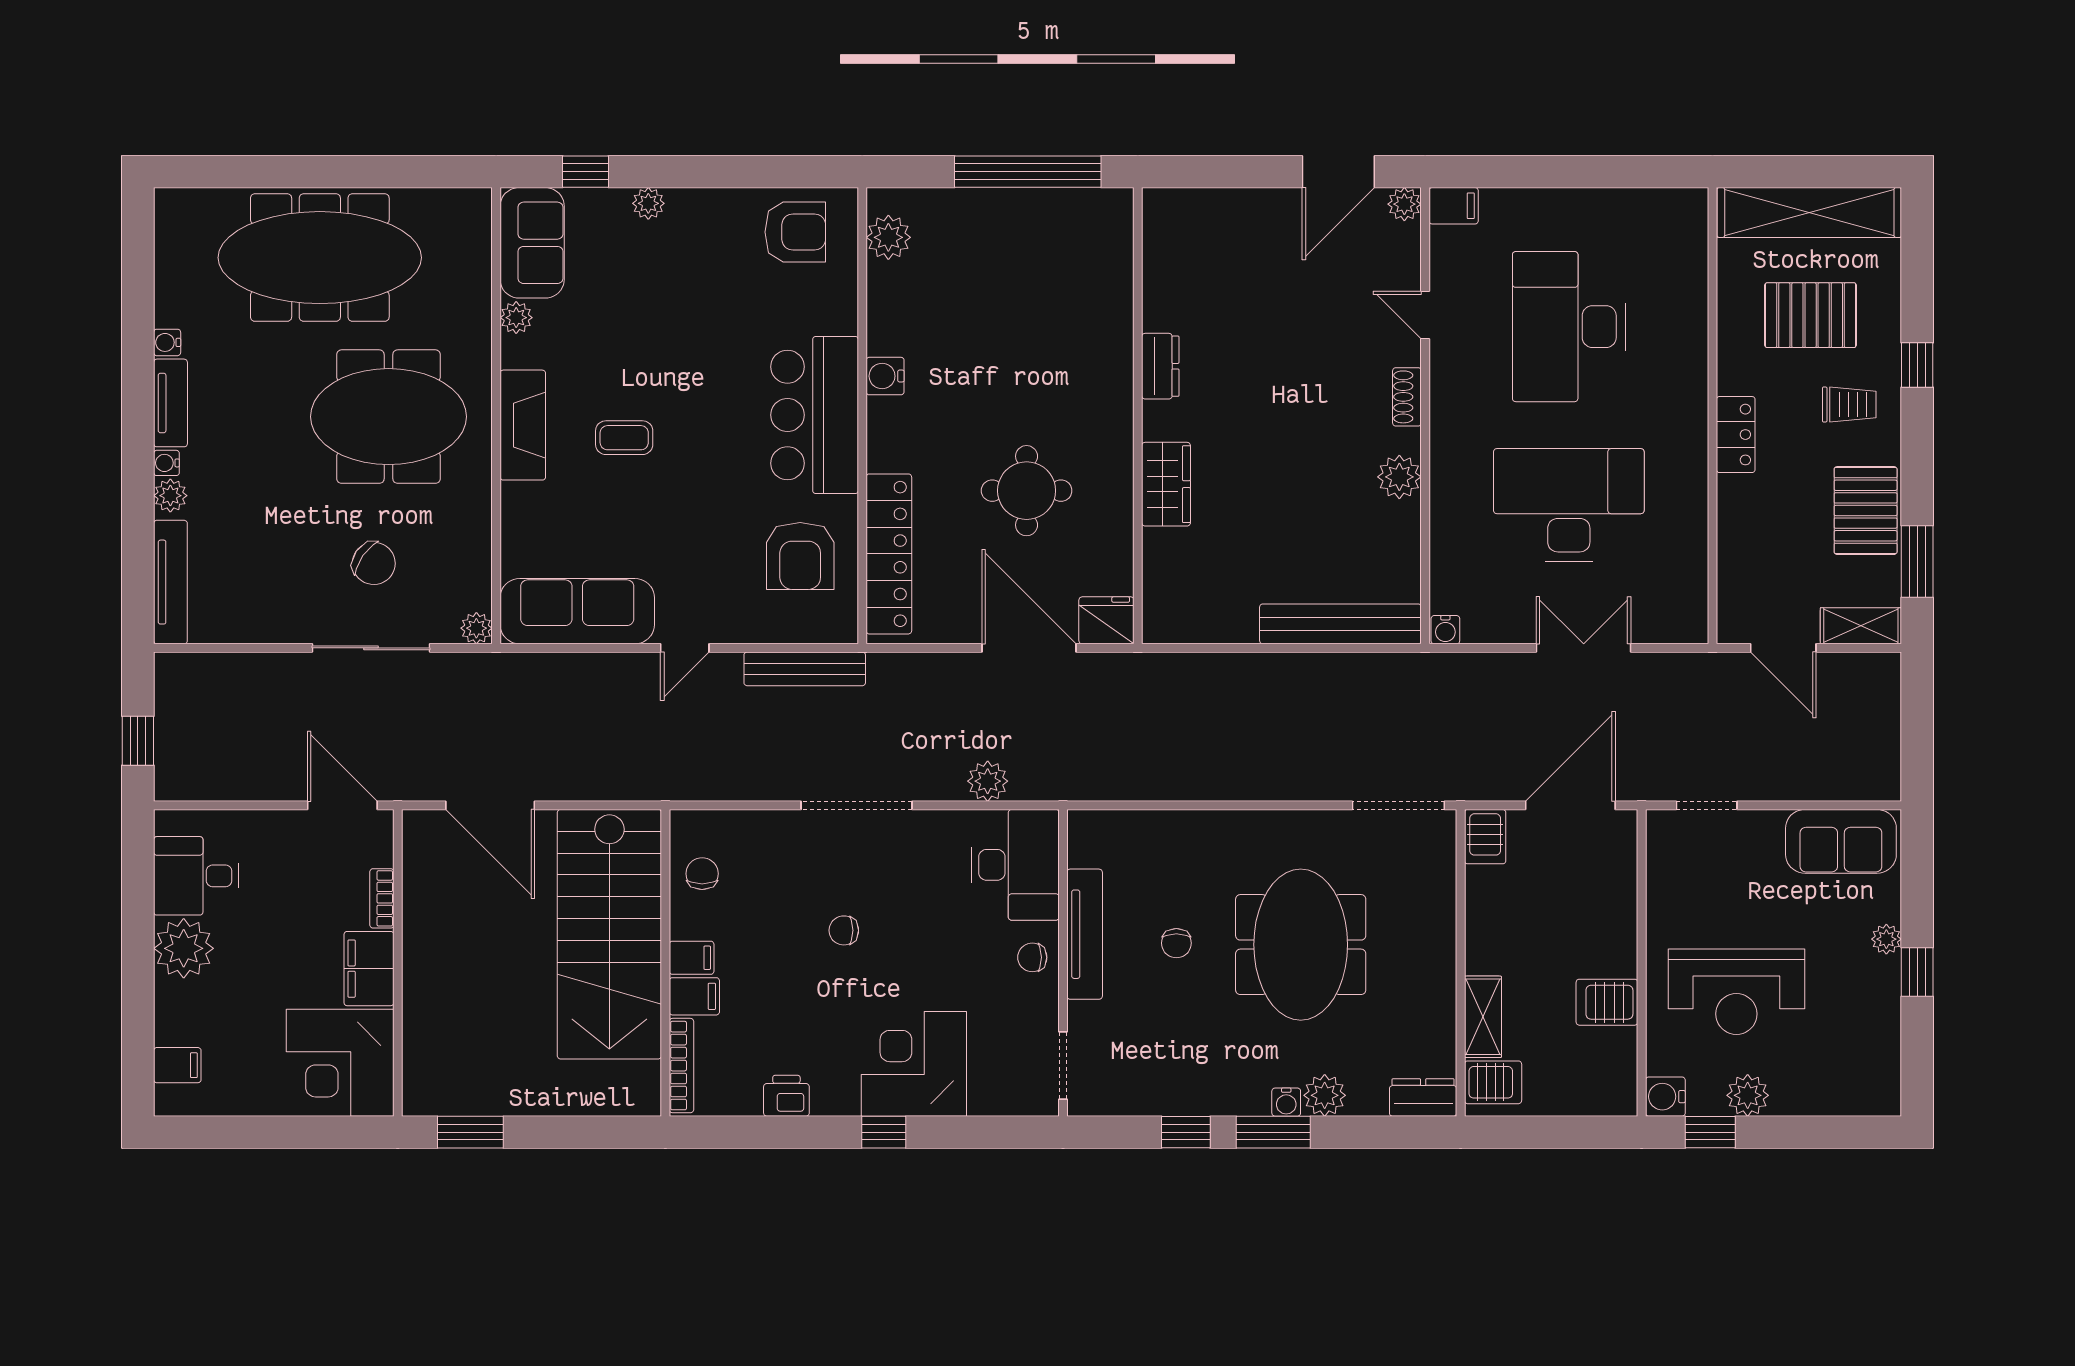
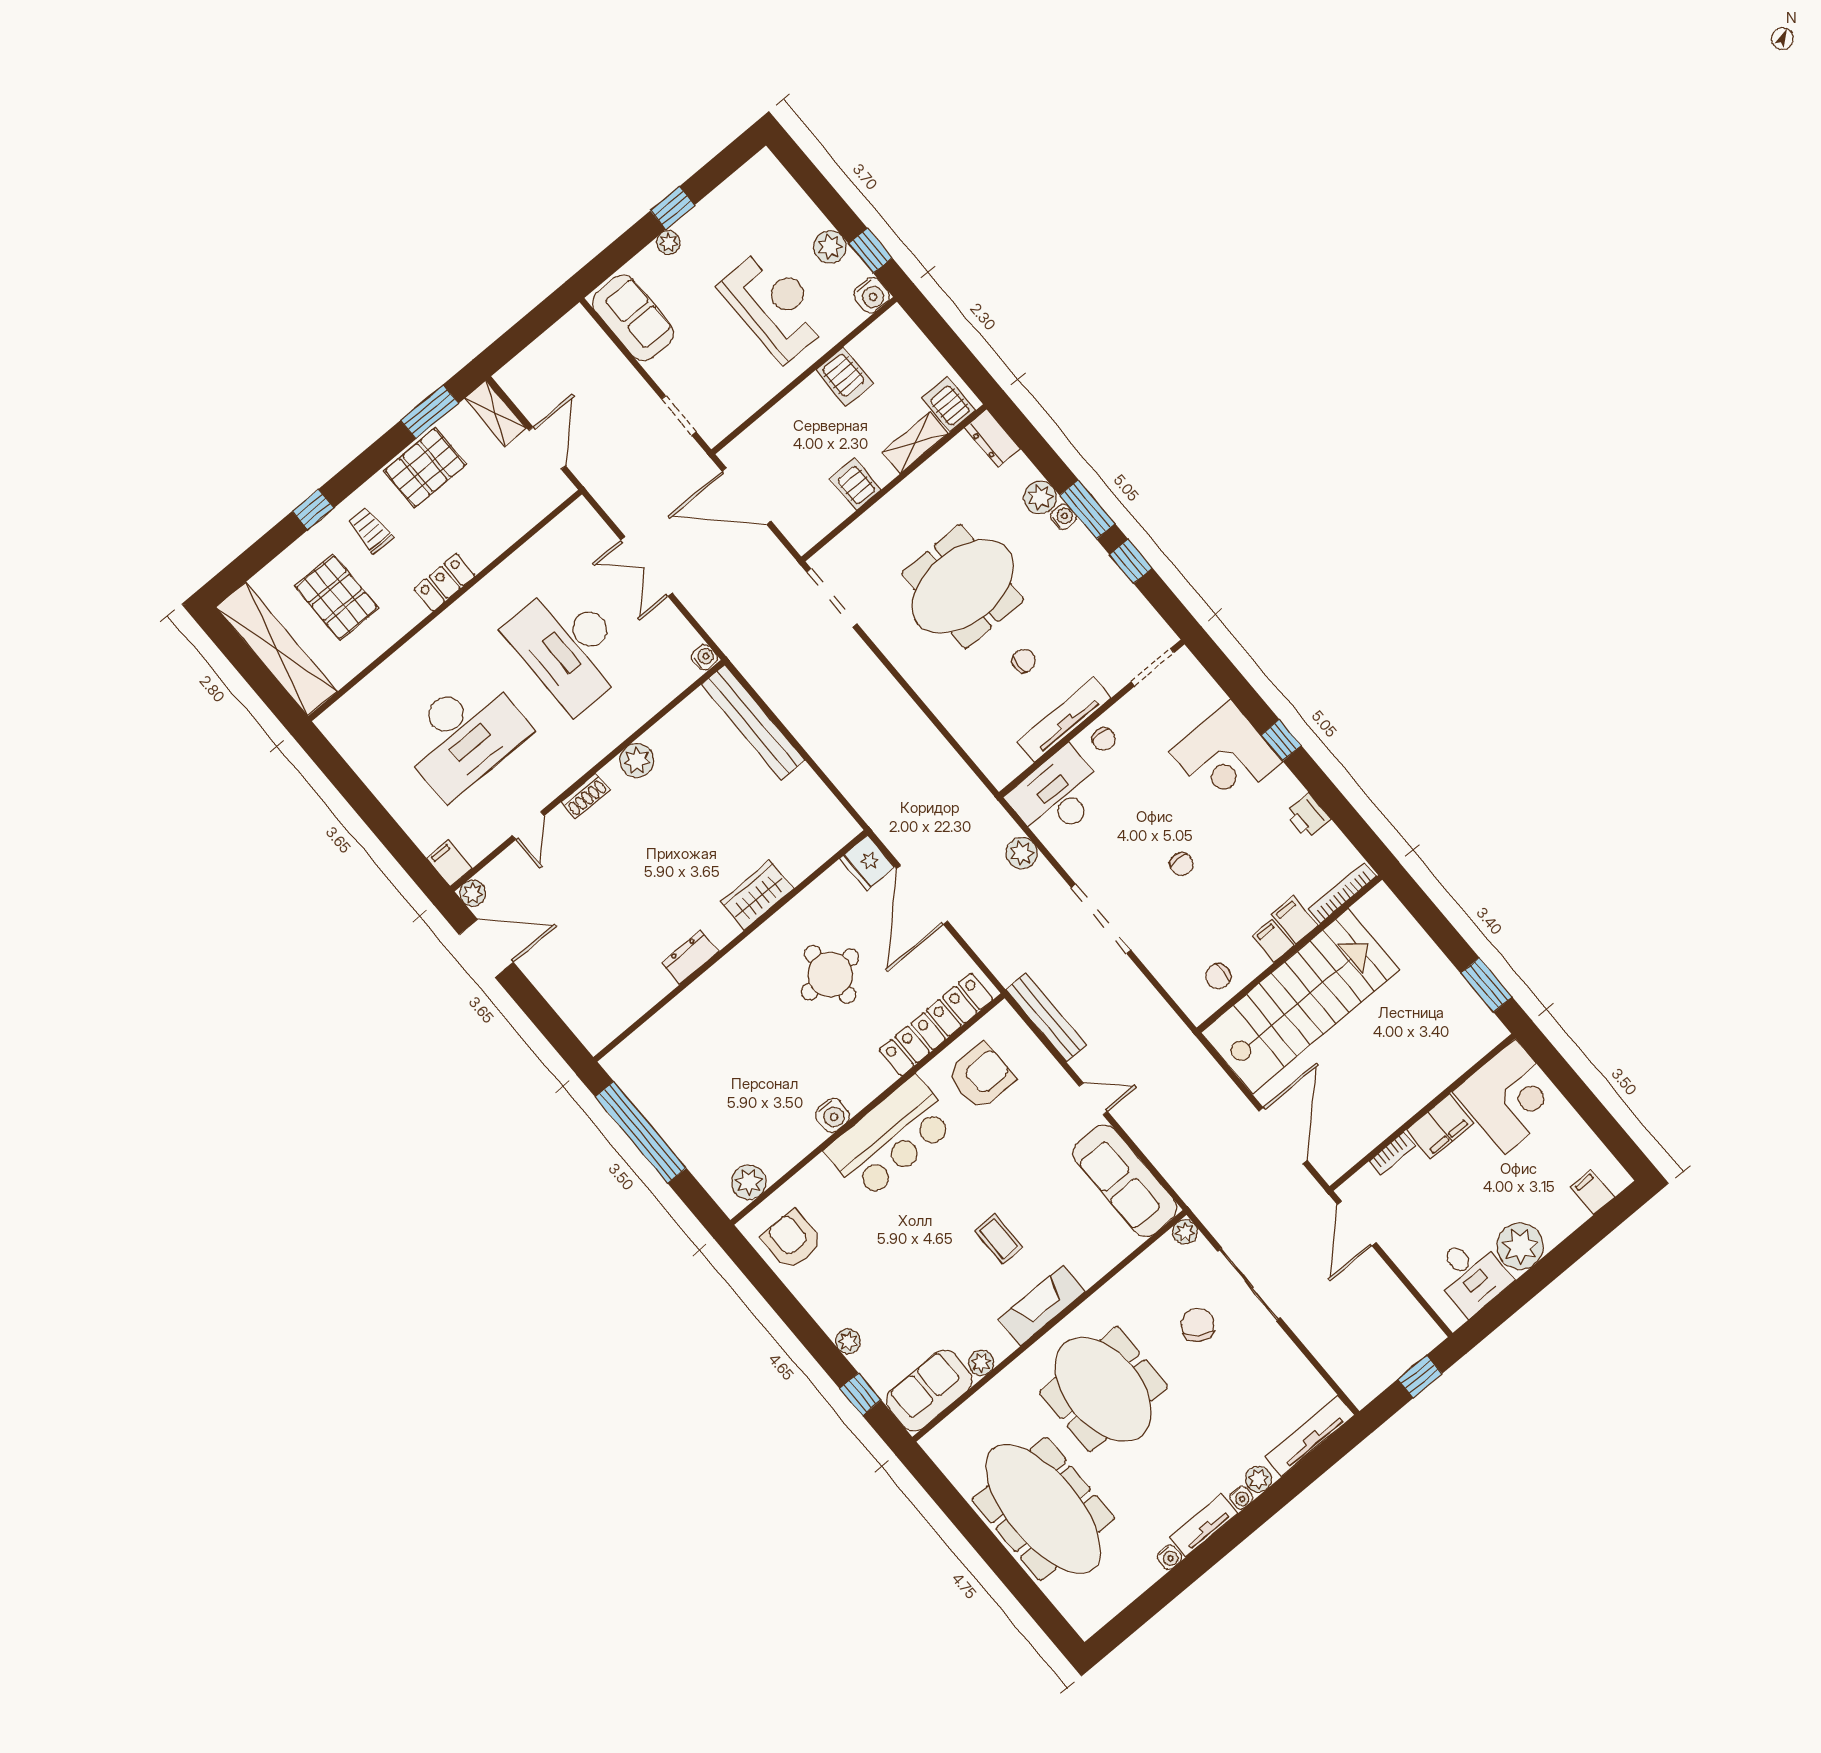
server rack: (1485, 837) -> (855, 484), moved, turned -90

